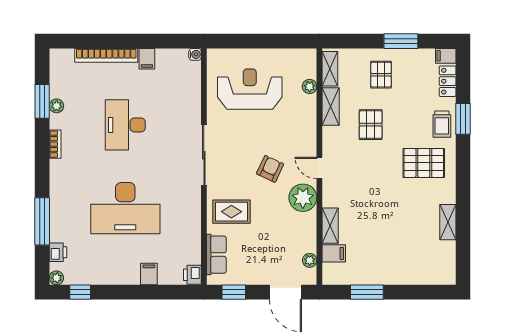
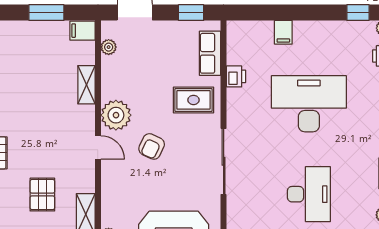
filing cabinet: (334, 253) -> (82, 31), moved
printer: (192, 275) -> (236, 76), moved

